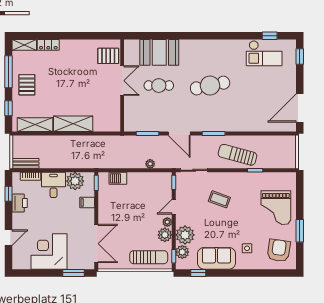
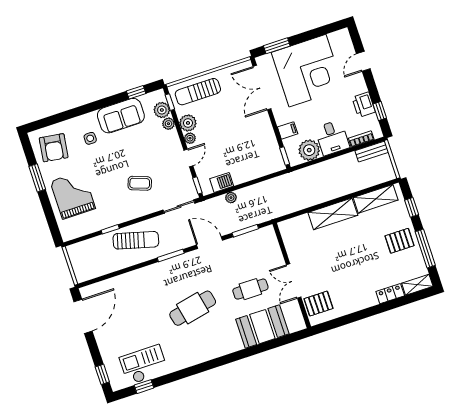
pallet: (27, 85) -> (400, 241), turned 90
barbecue: (118, 178) -> (222, 182), moved
plant: (185, 235) -> (168, 124), width x0.53, depth x0.53
corner desk: (49, 251) -> (308, 71), width x1.36, depth x1.36

